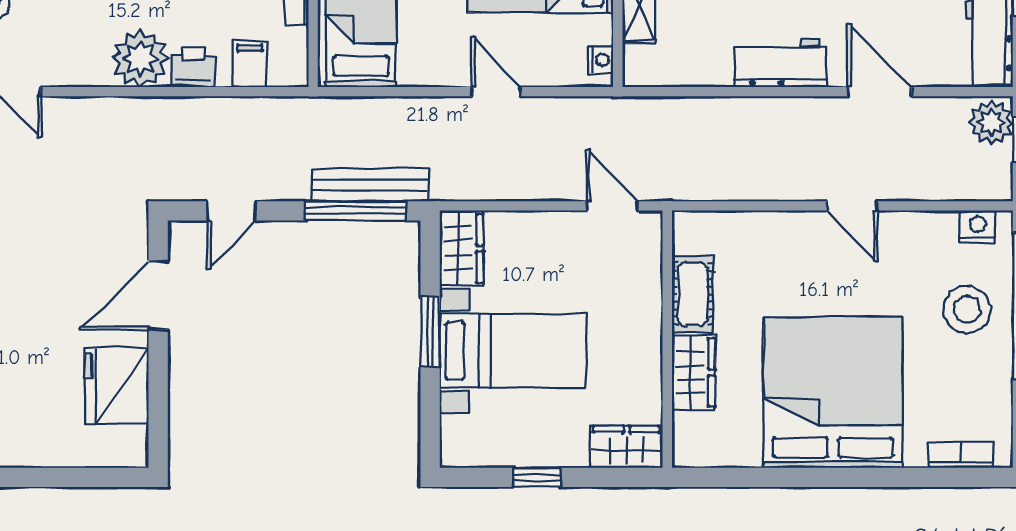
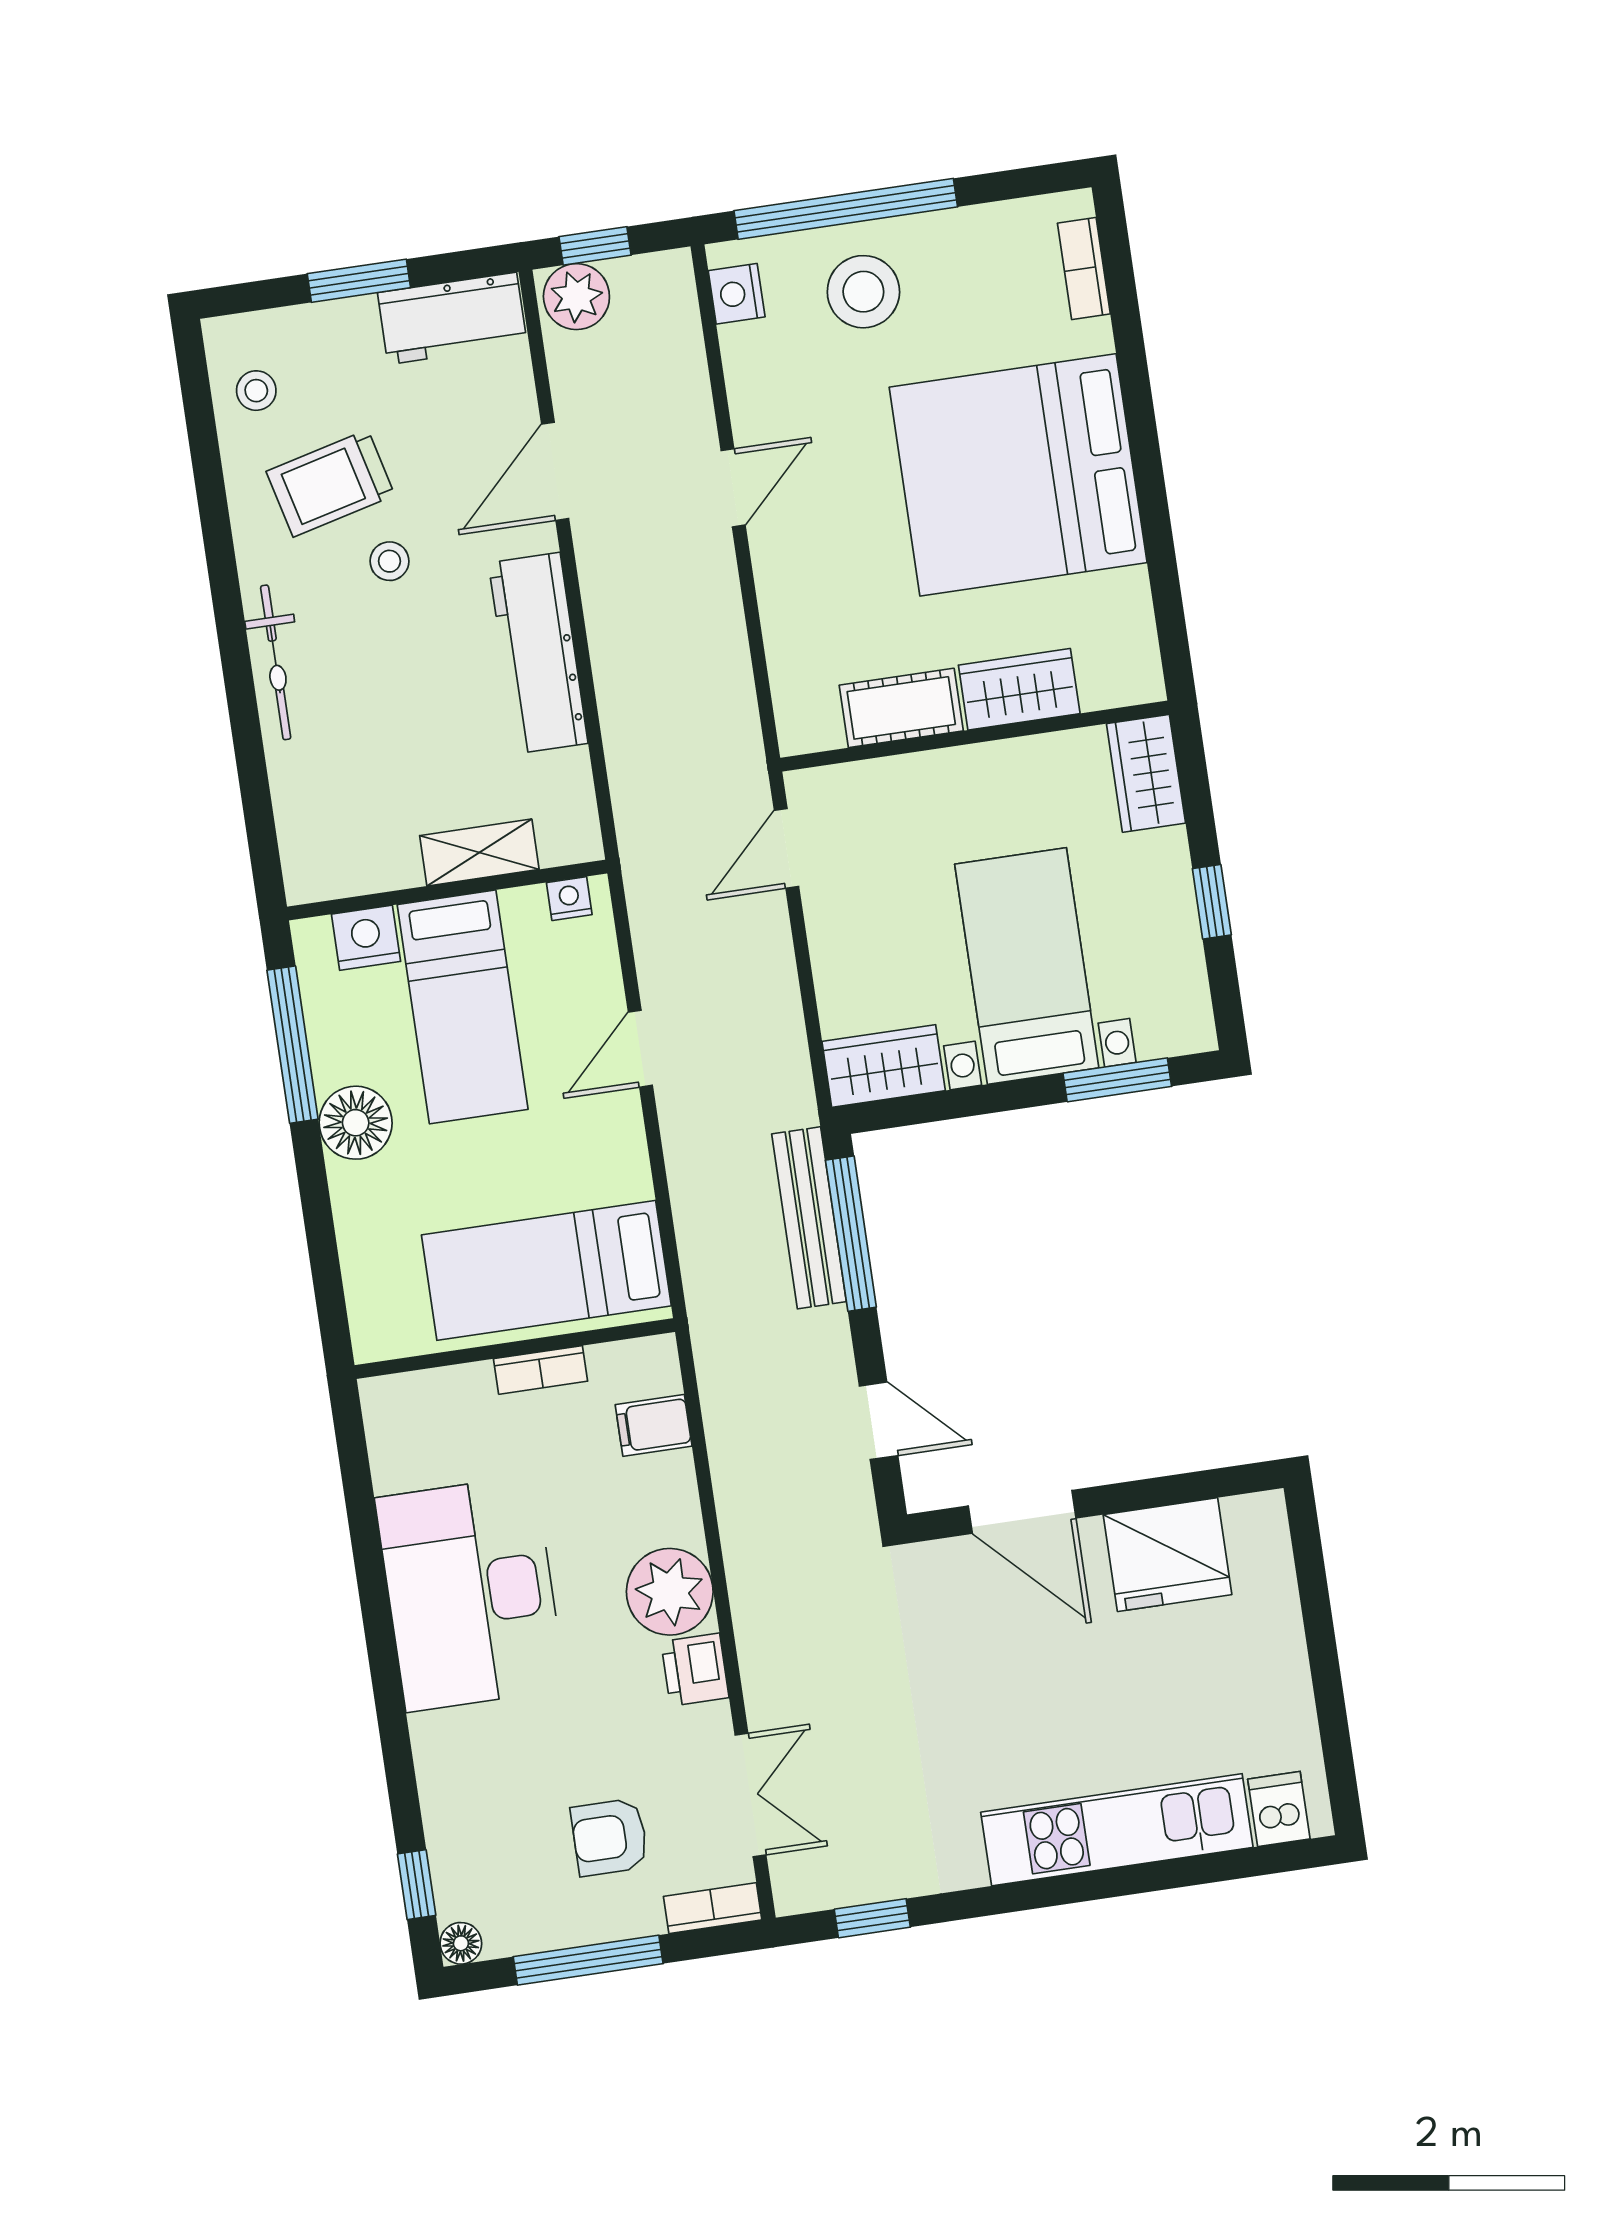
workbench: (780, 63) -> (538, 653), width x1.37
printer: (193, 68) -> (695, 1670), moved
window: (430, 332) -> (1117, 1080), moved

